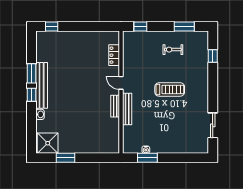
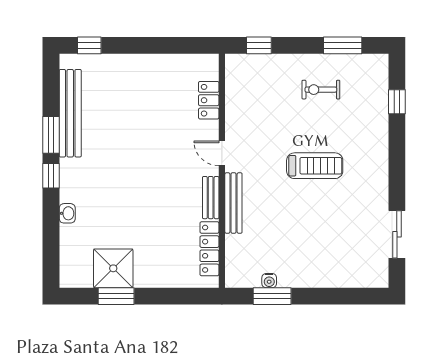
bench: (42, 85) -> (70, 113), moved
locker: (114, 133) -> (209, 249), added
shower: (48, 143) -> (113, 268), moved

